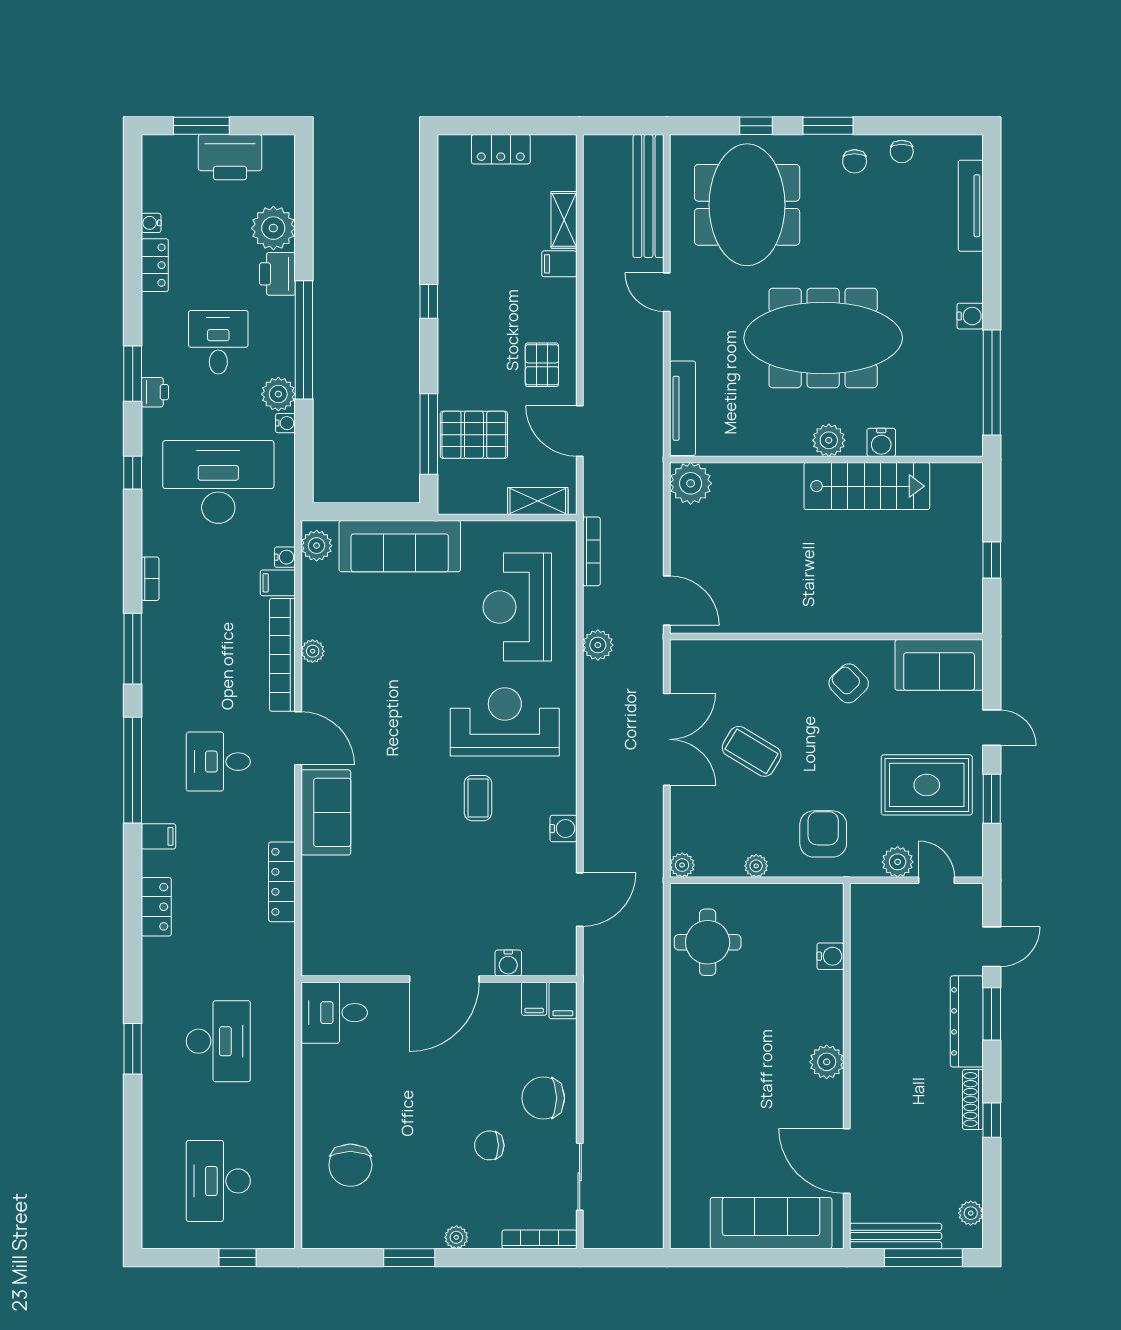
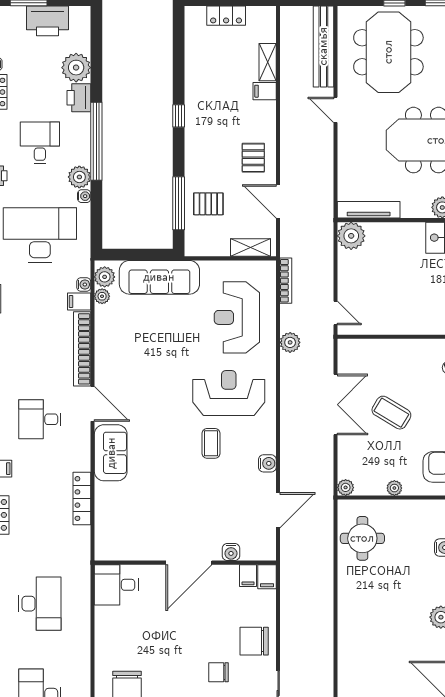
tv unit: (682, 408) -> (369, 210), moved, turned -90
pallet: (474, 435) -> (208, 204), width x0.67, depth x0.71
door: (667, 601) -> (335, 313), width x0.73
plant: (313, 651) -> (102, 296), moved

